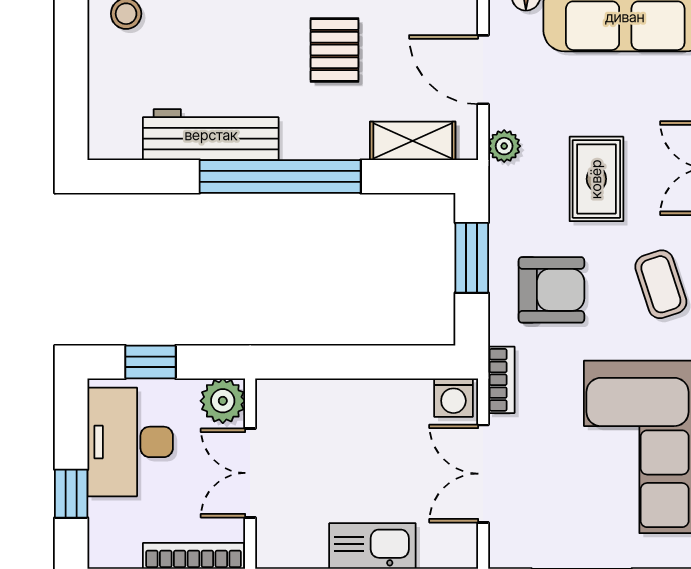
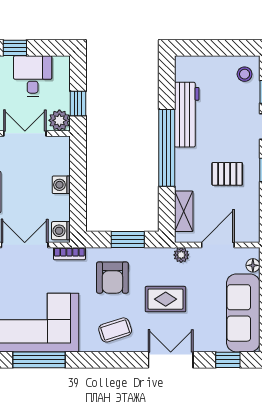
window: (150, 362) -> (78, 103), moved
washing machine: (357, 397) -> (61, 185), added
desk: (130, 442) -> (33, 76), width x0.73

